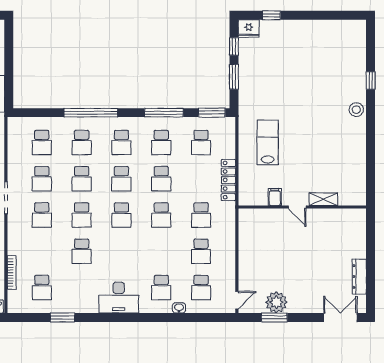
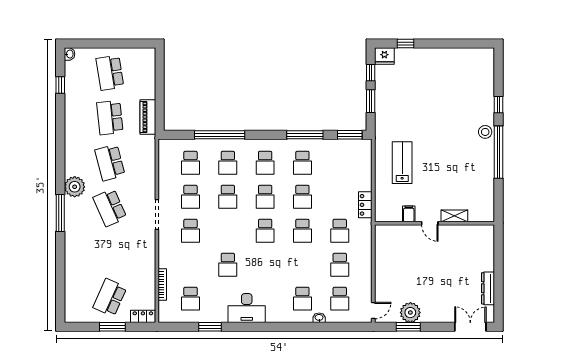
window: (91, 113) -> (220, 135), moved
window: (371, 131) -> (499, 152), added
school desk: (201, 143) -> (340, 163), removed
locker: (228, 180) -> (365, 205), width x0.66
school desk: (82, 215) -> (228, 231), removed
desk: (119, 298) -> (247, 308), moved

